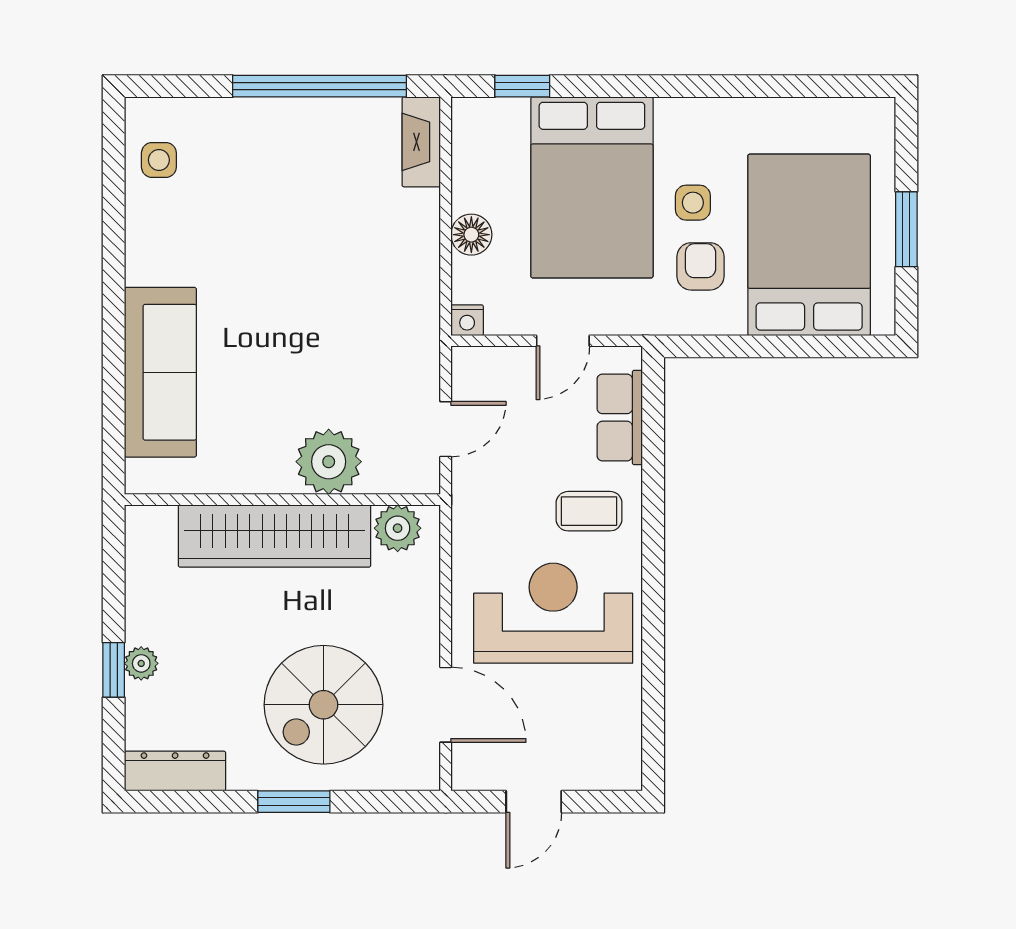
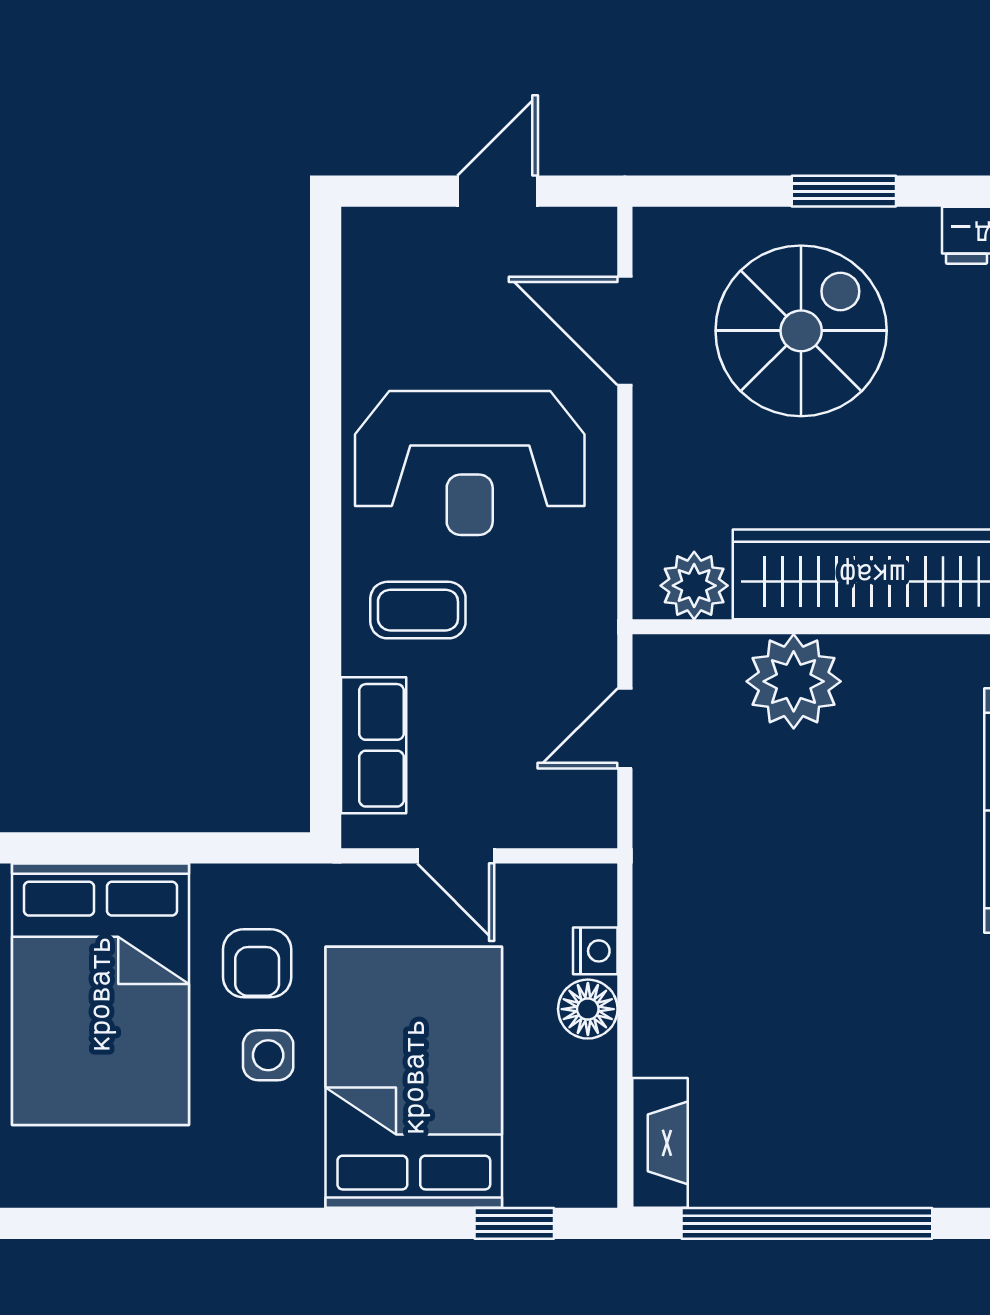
nightstand: (467, 320) -> (595, 951), moved, turned 90
door: (563, 341) -> (456, 856), swing flipped

